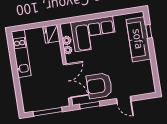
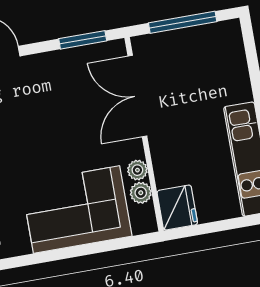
armchair: (99, 86) -> (61, 87), removed

